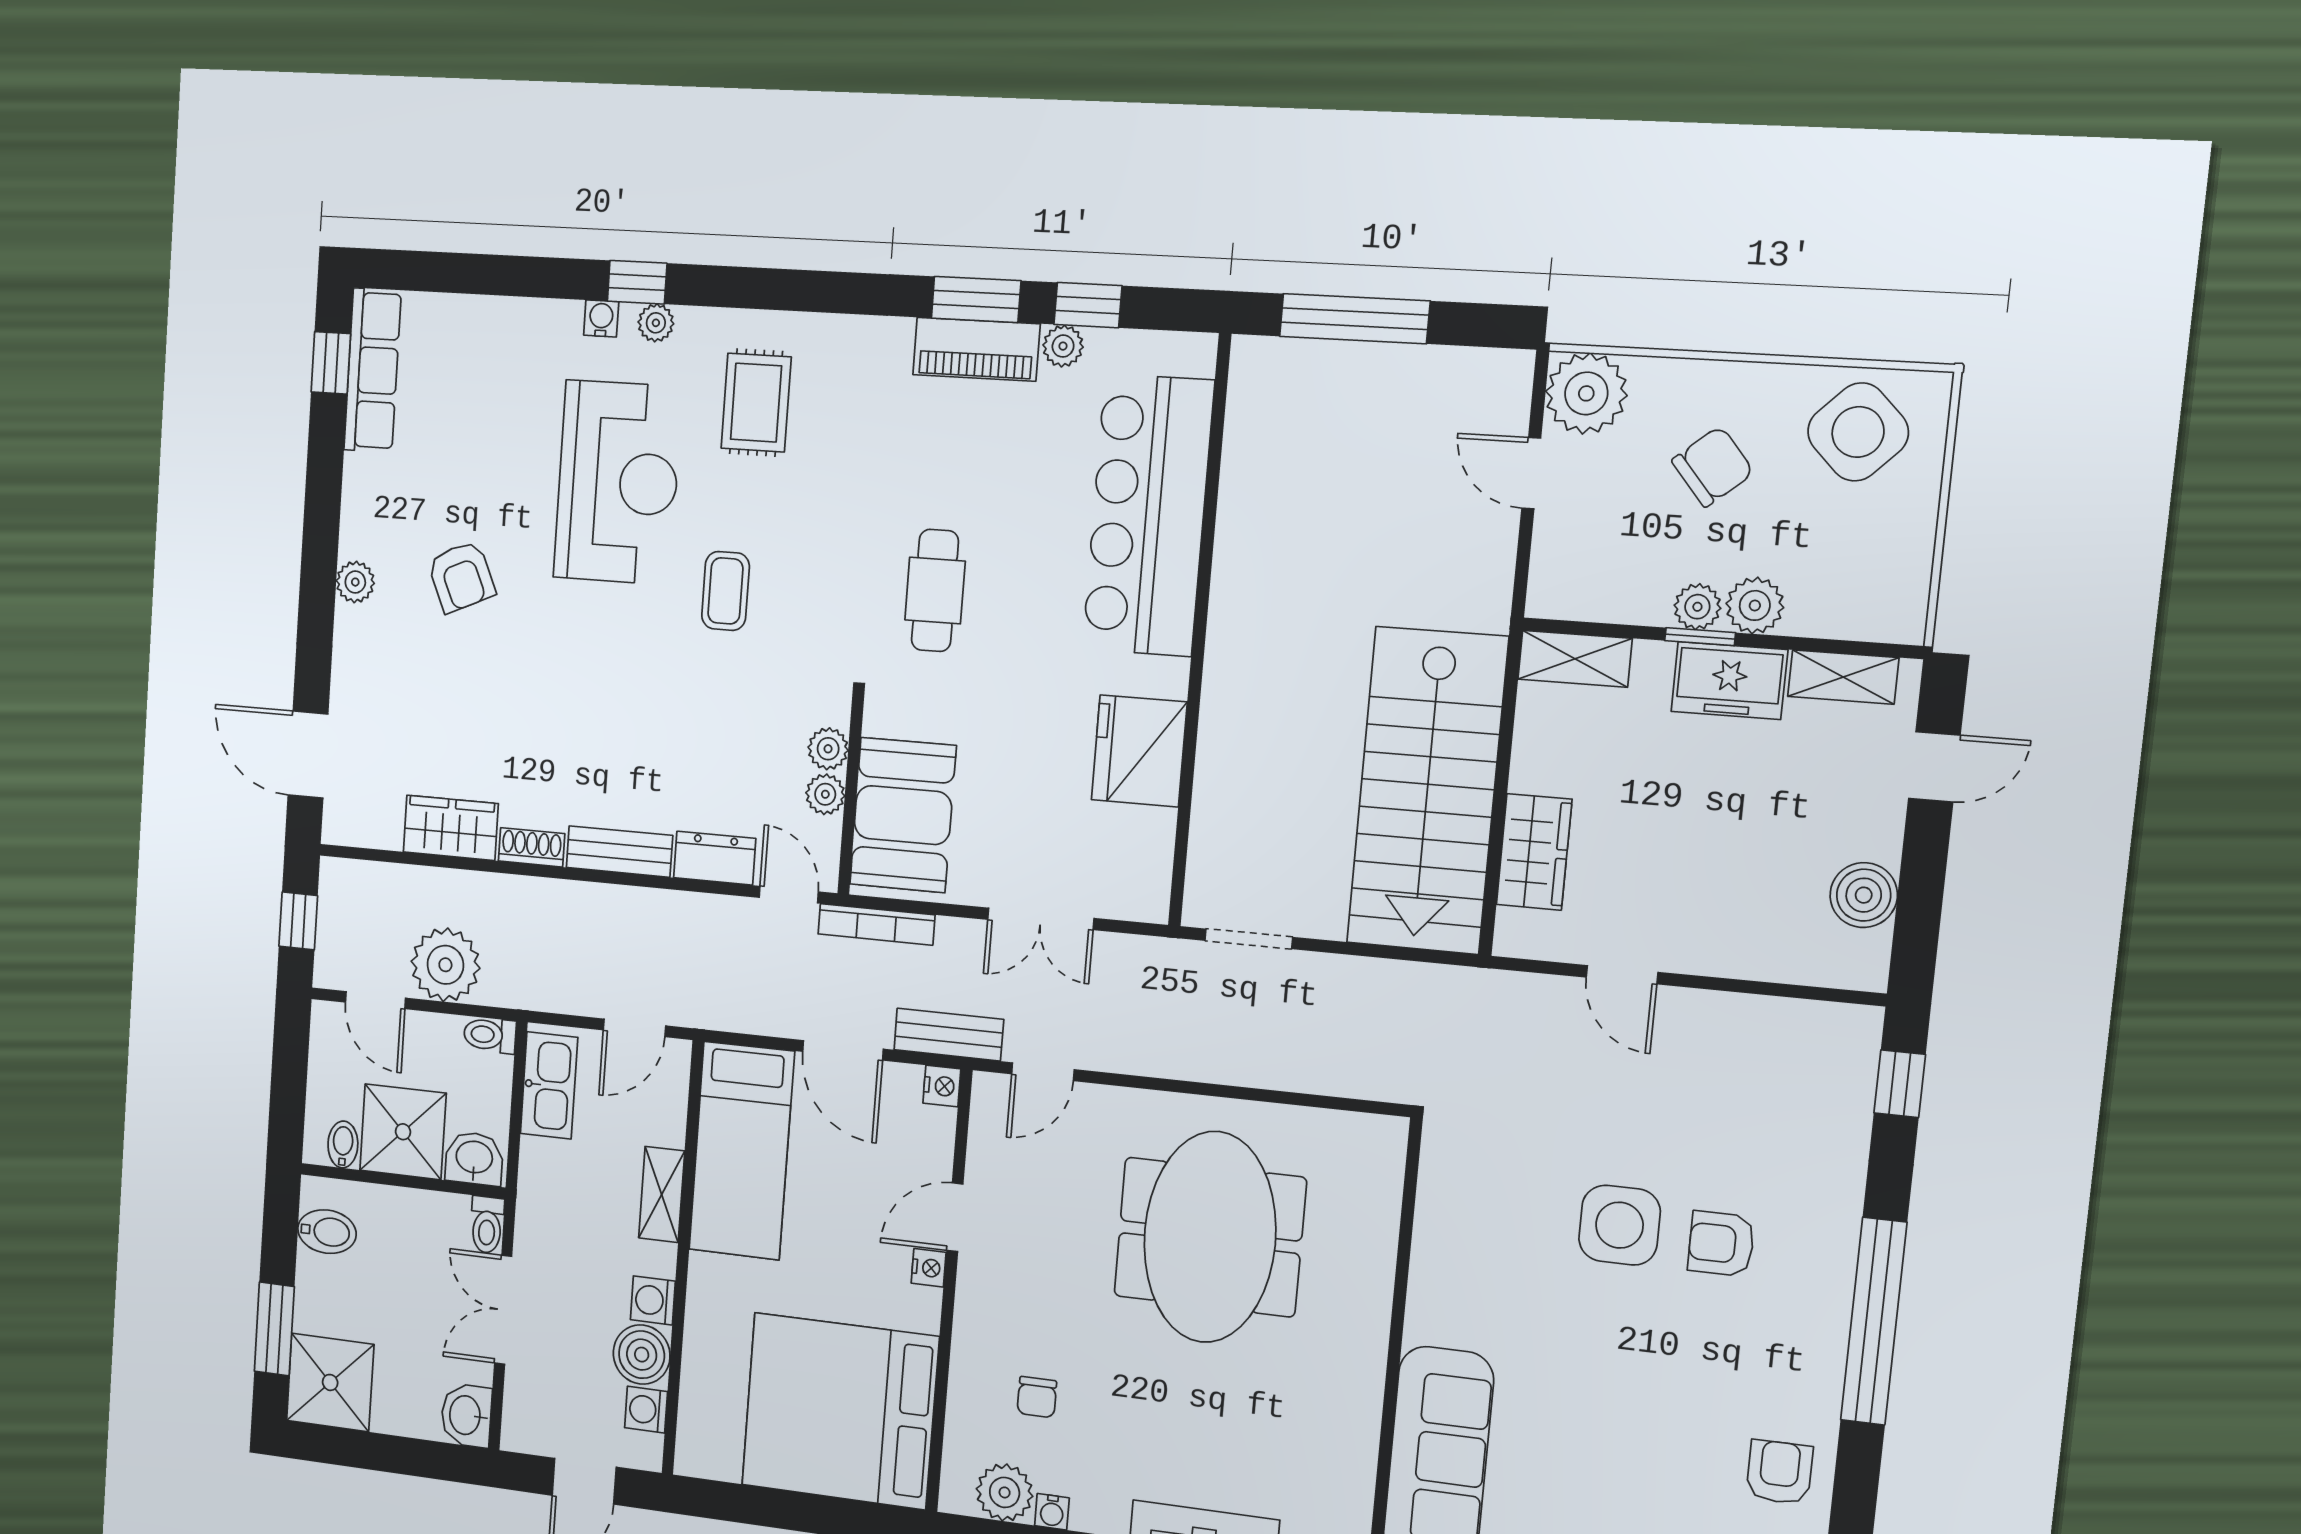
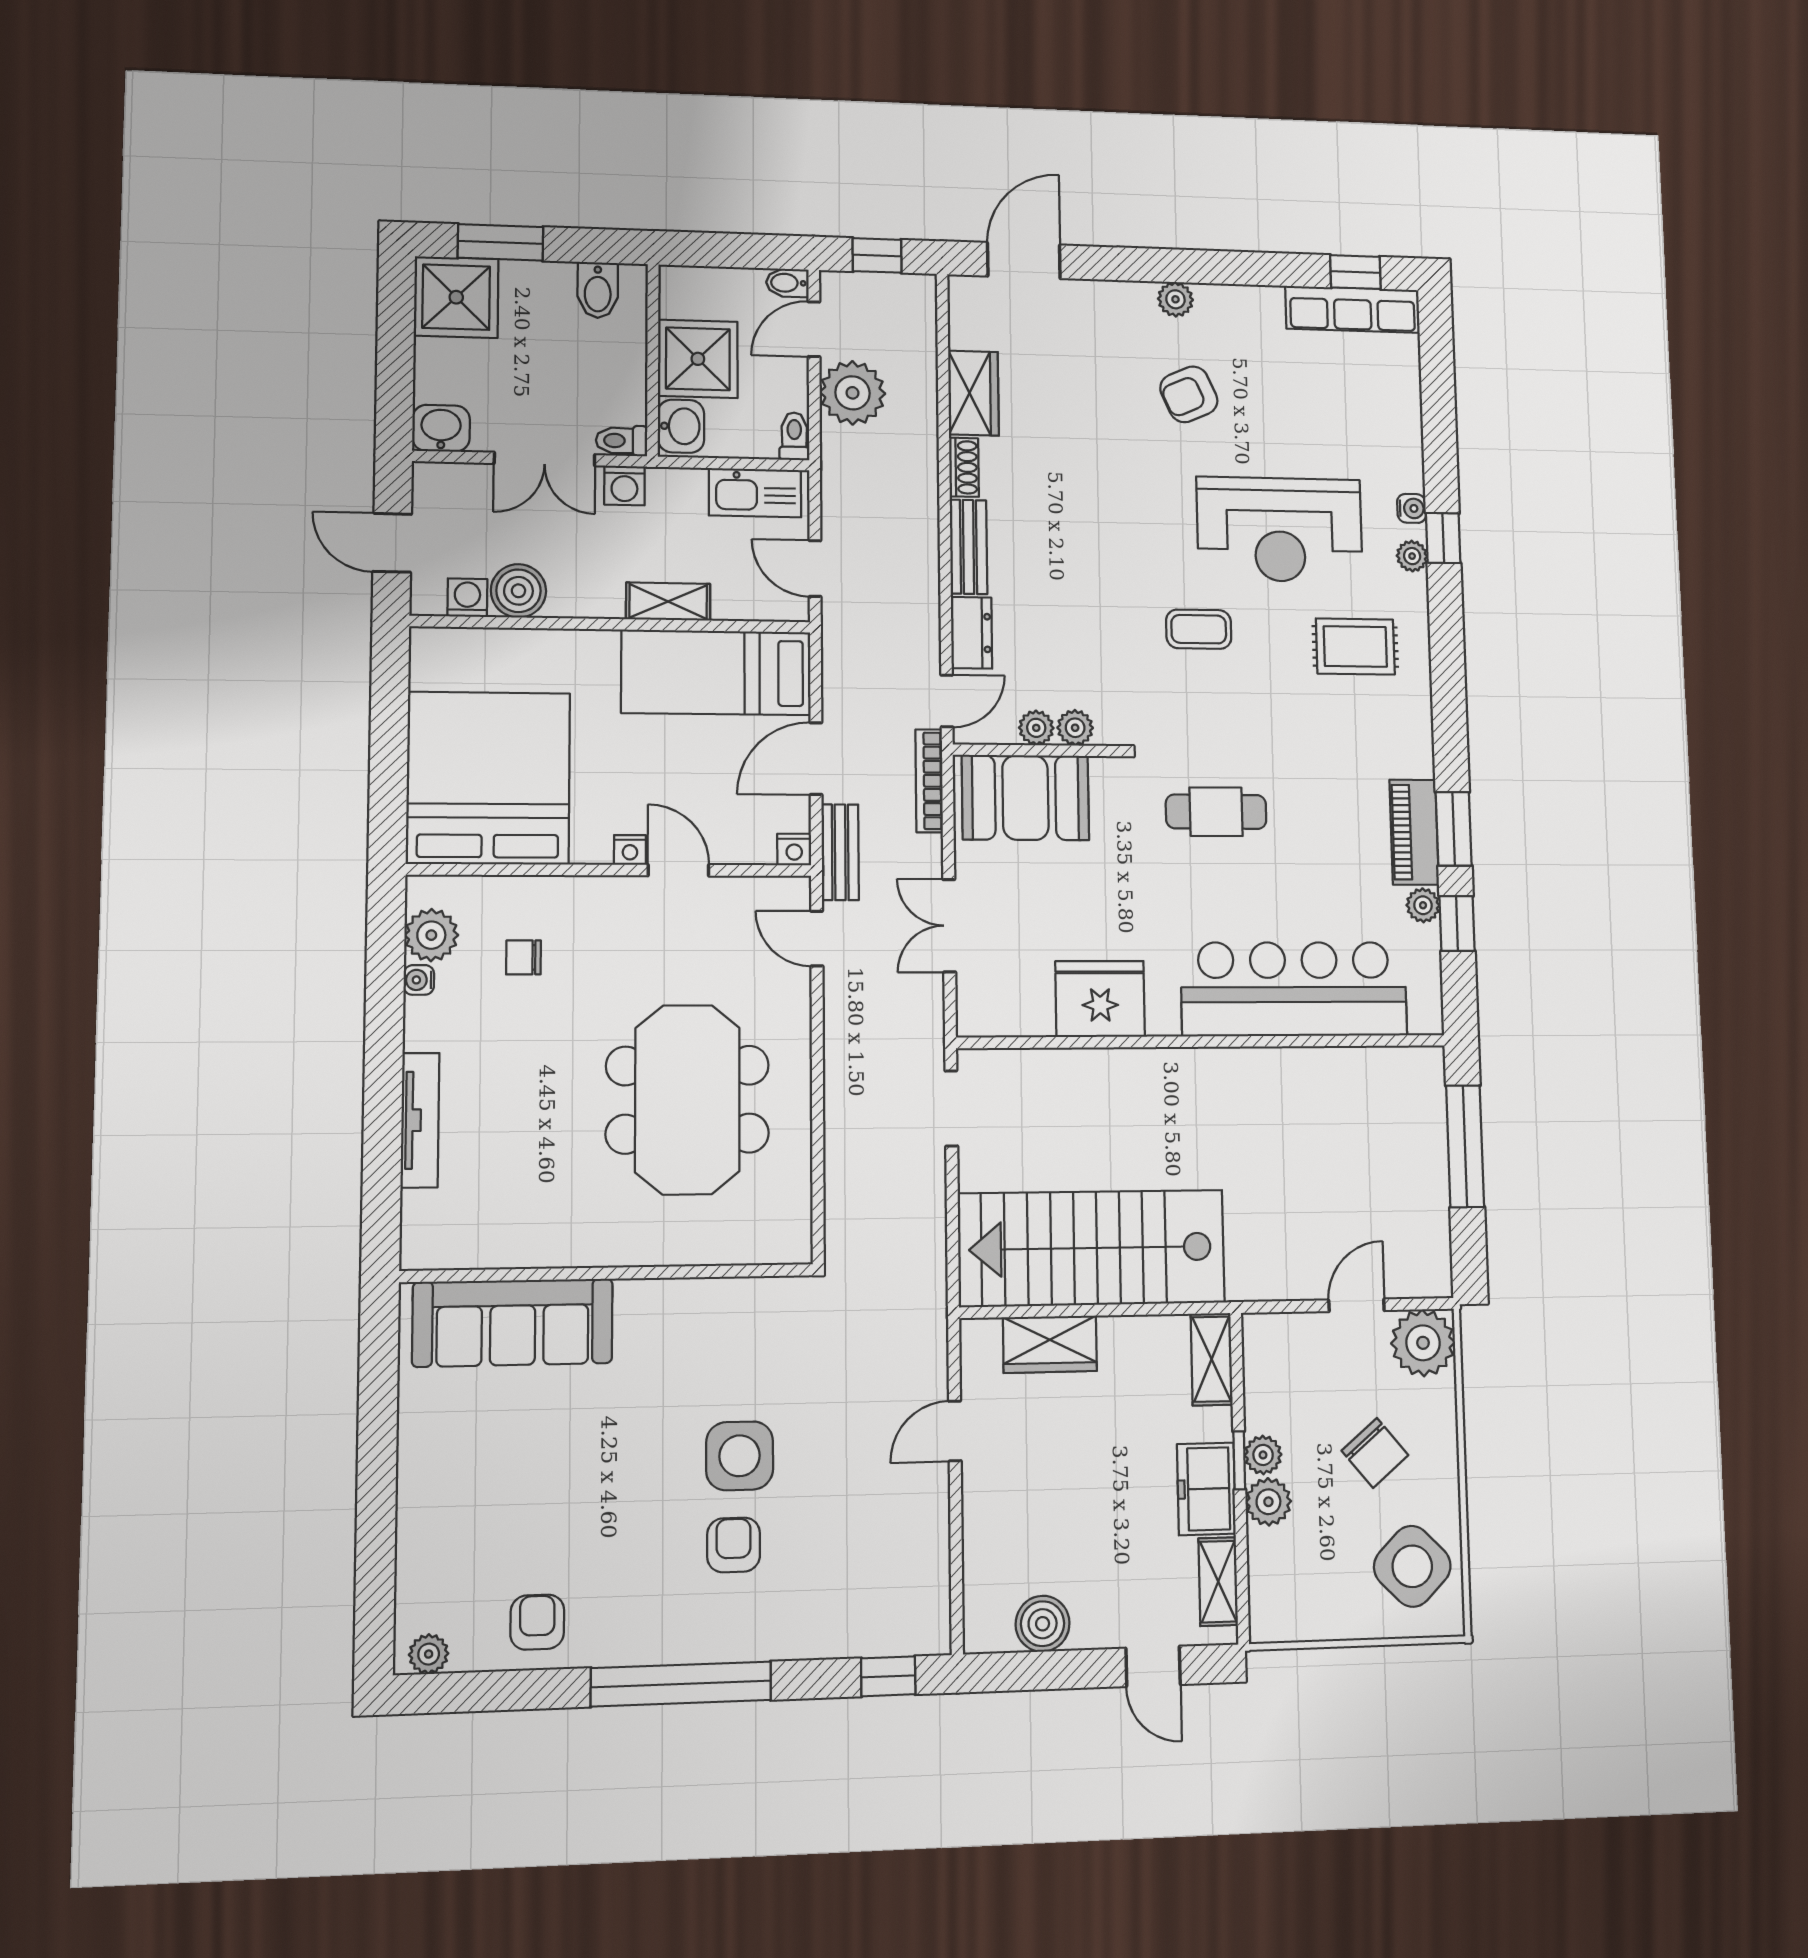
bidet: (343, 1145) -> (787, 283), moved, turned 180
meeting table: (1210, 1237) -> (687, 1100), turned 90
washing machine: (653, 1300) -> (624, 486), moved, turned 180
double door: (503, 1310) -> (545, 459), swing flipped
armchair: (1779, 1472) -> (537, 1622), turned -90

